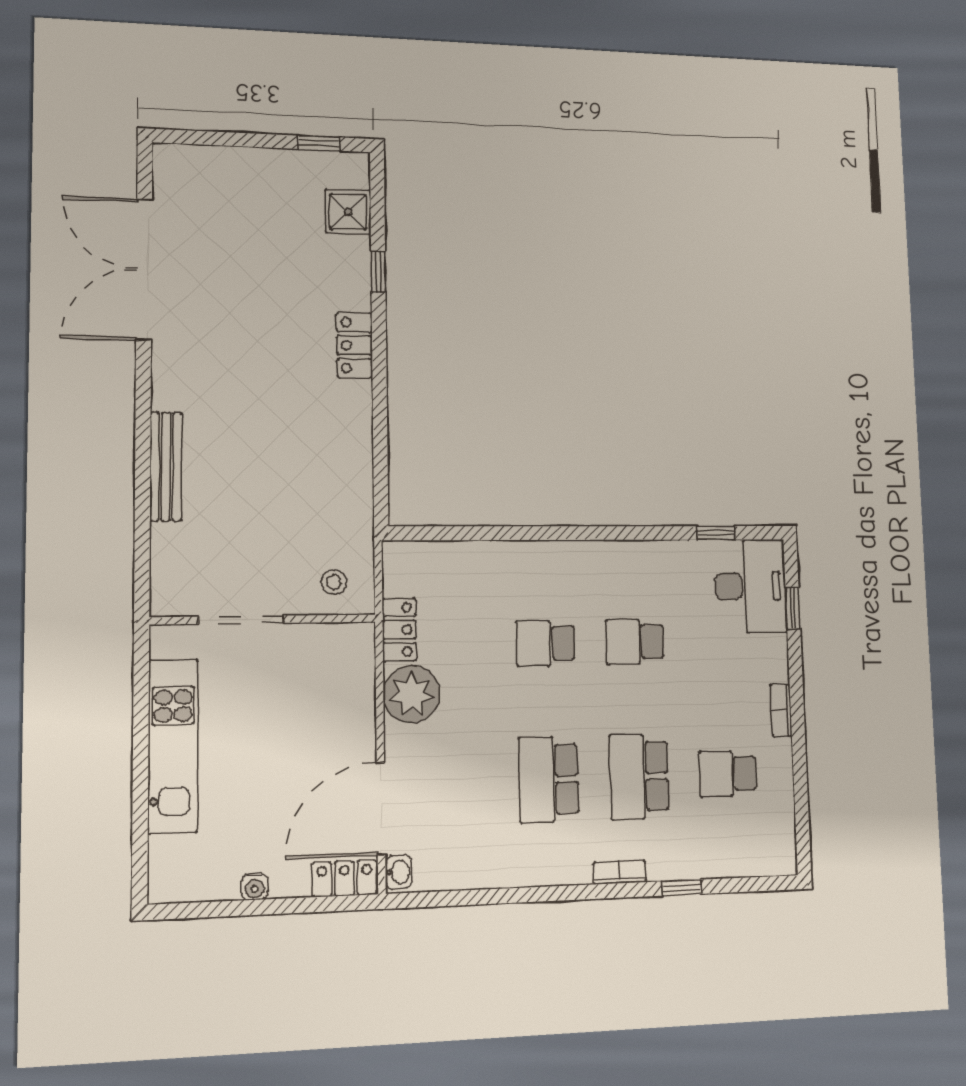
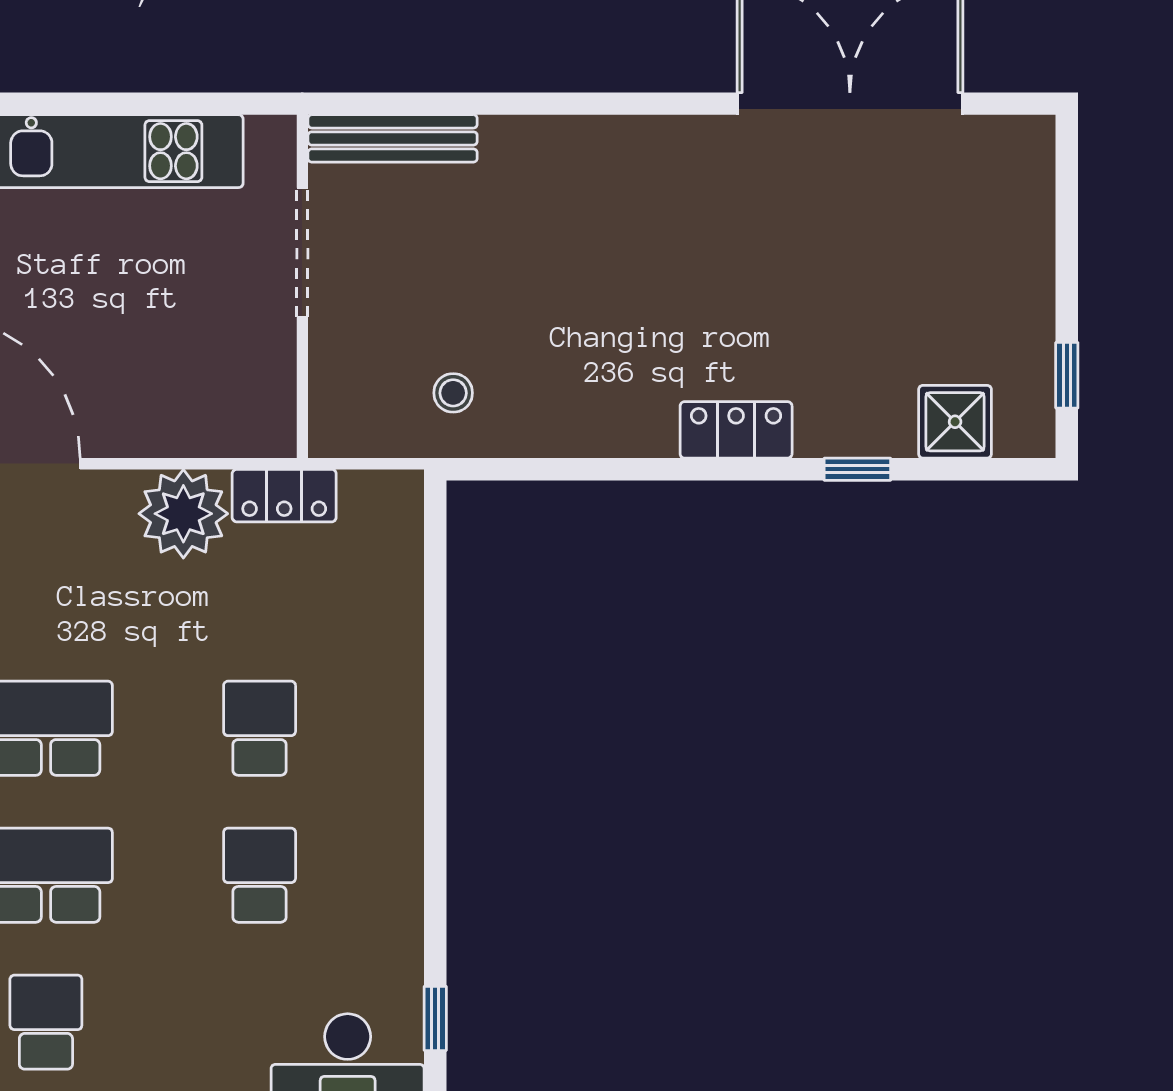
bench: (166, 466) -> (393, 138), moved
stool: (334, 582) -> (453, 393), moved

